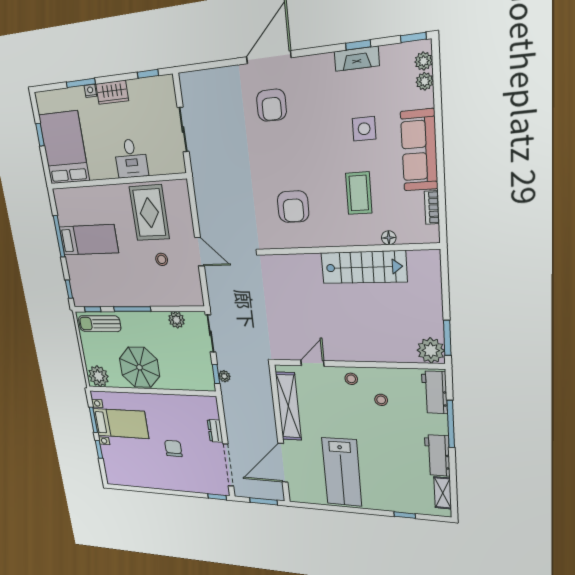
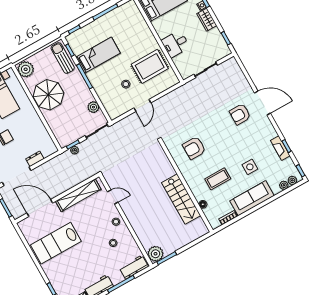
bed: (89, 240) -> (98, 55), moved, turned -90

